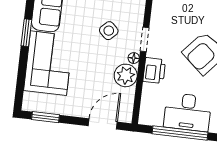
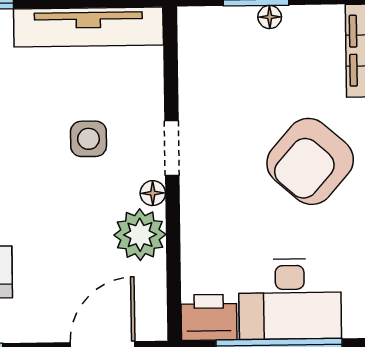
side table: (109, 31) -> (88, 139), turned 45
printer: (154, 71) -> (209, 317), moved, turned -90

